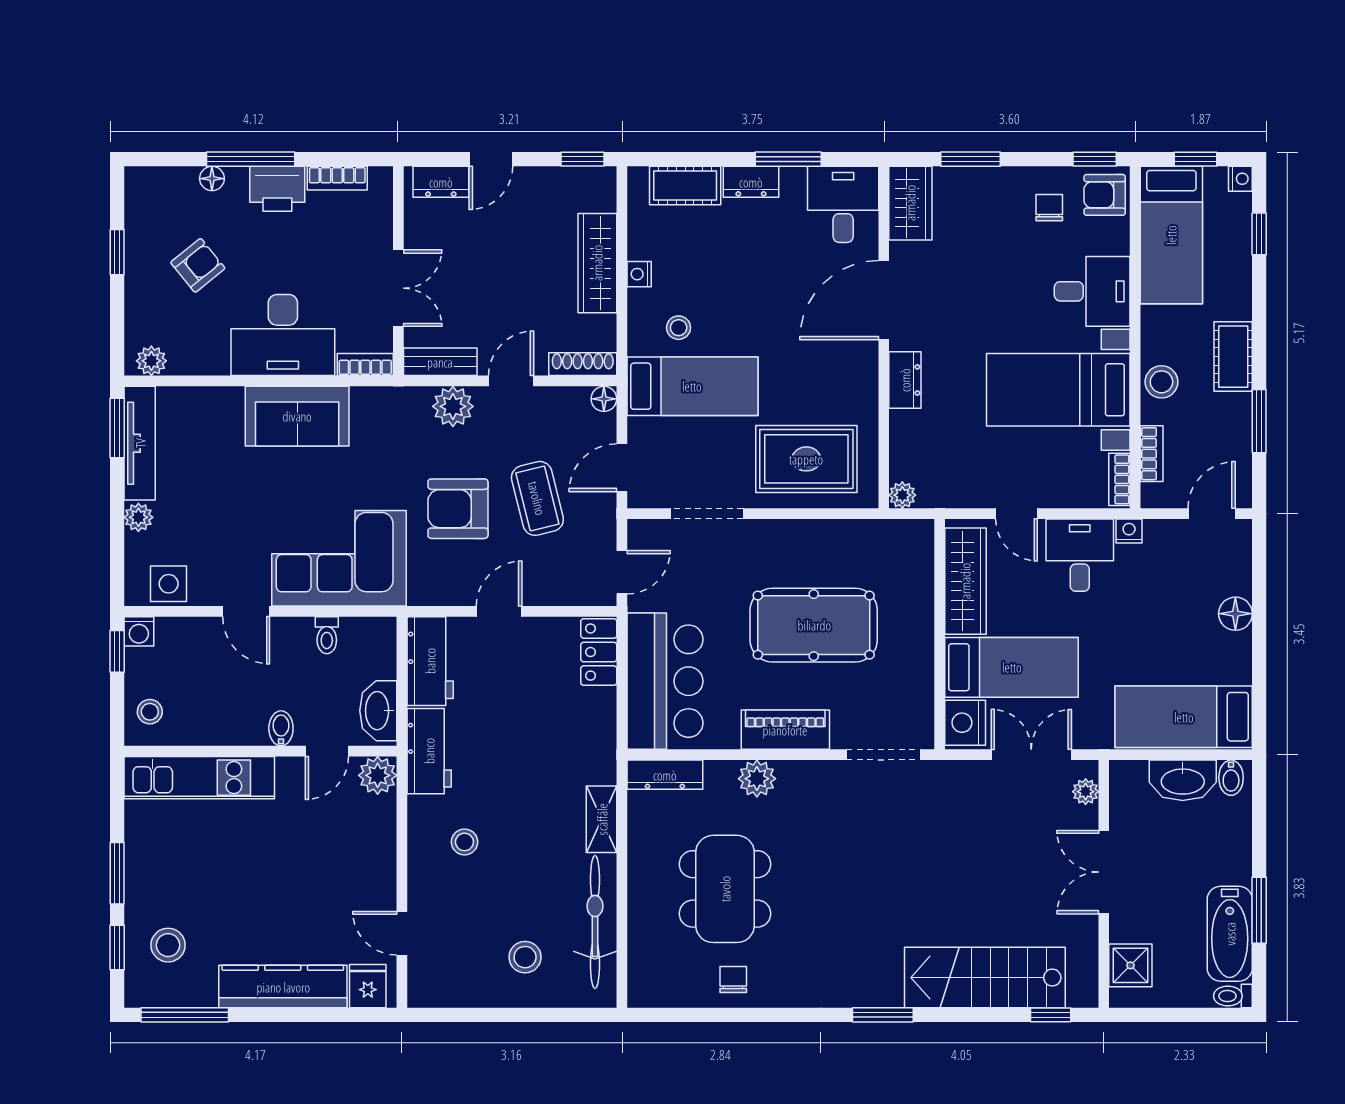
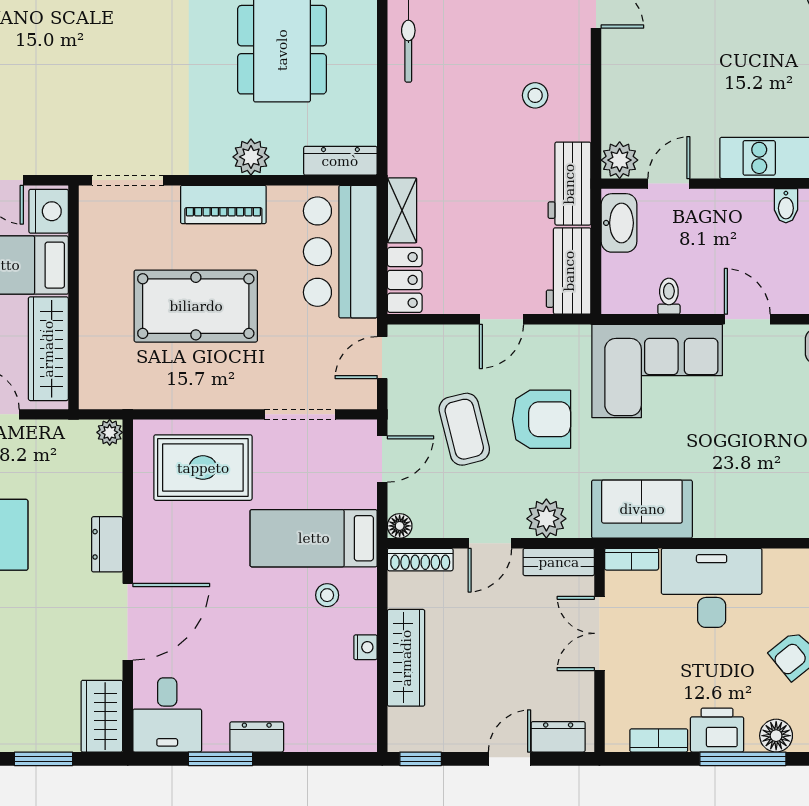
floor lamp: (212, 179) -> (776, 736), width x1.37, depth x1.37
cot: (685, 186) -> (321, 733), removed
sofa: (297, 416) -> (642, 509), moved
bidet: (281, 728) -> (786, 206), moved
shelving: (602, 819) -> (402, 210), moved

